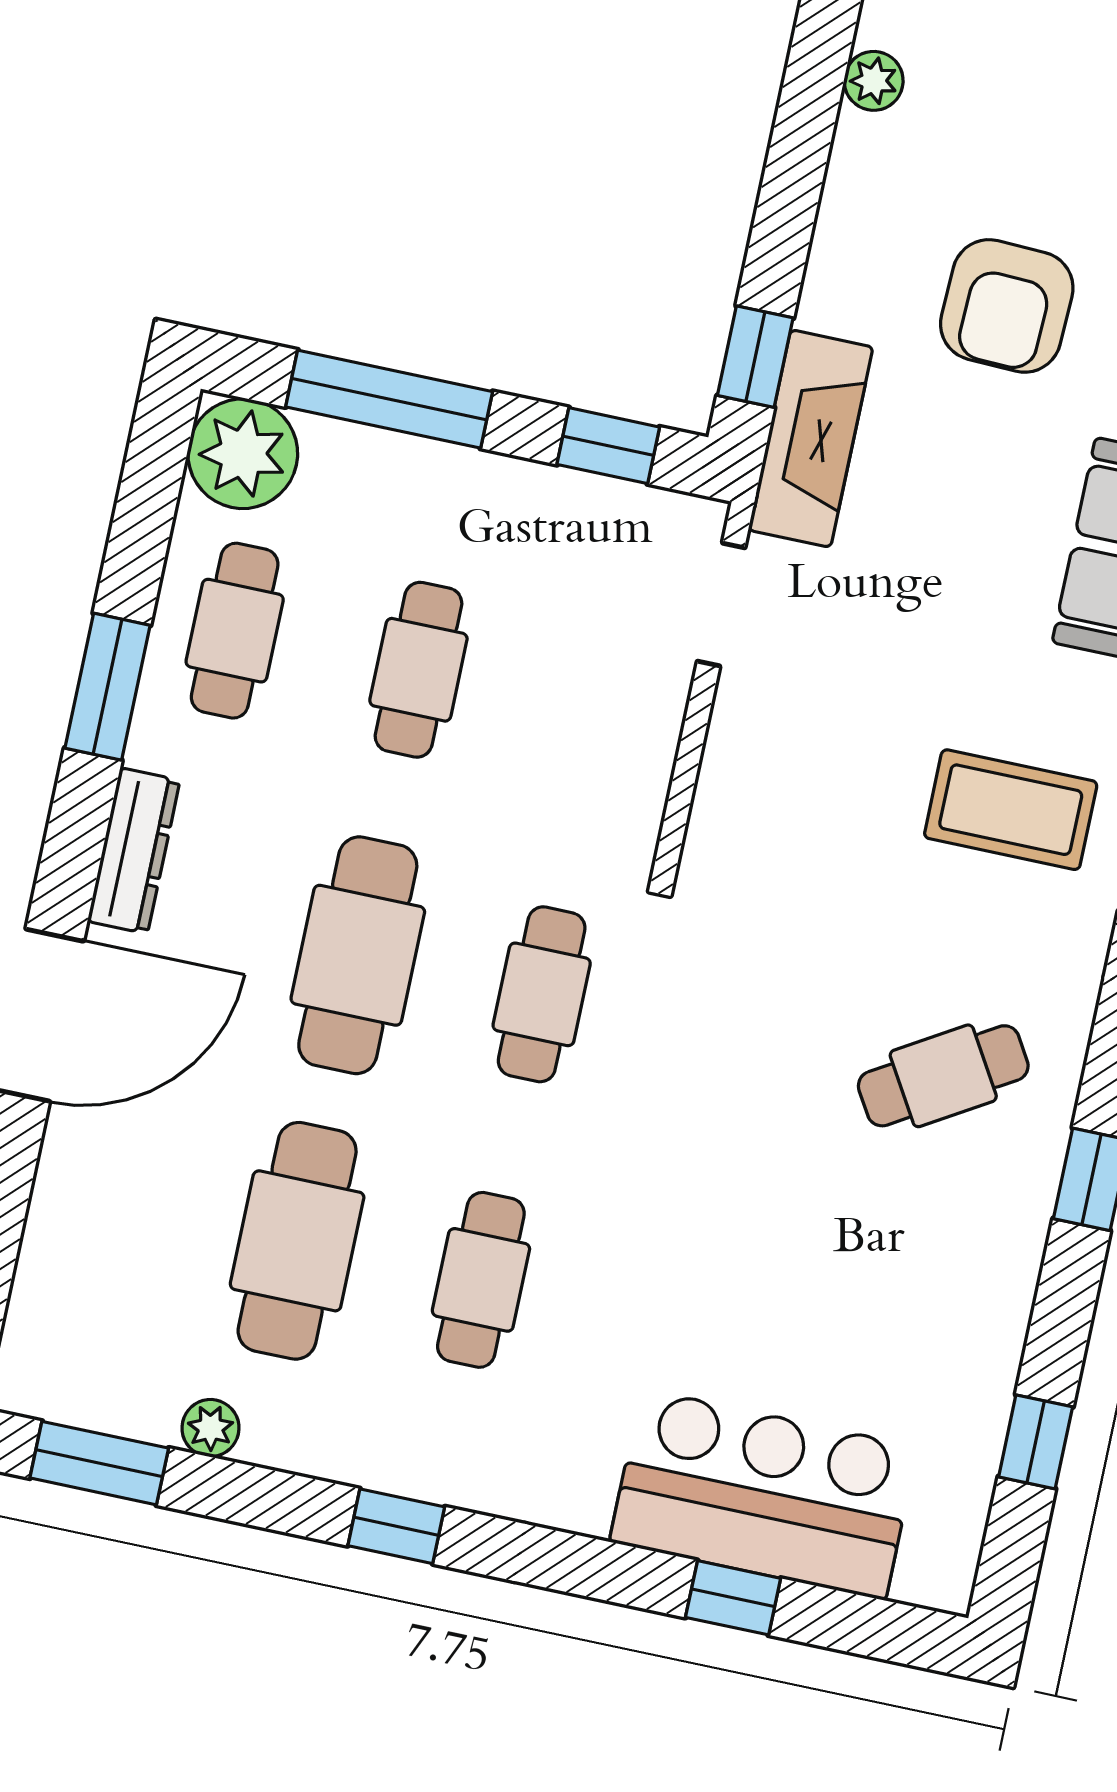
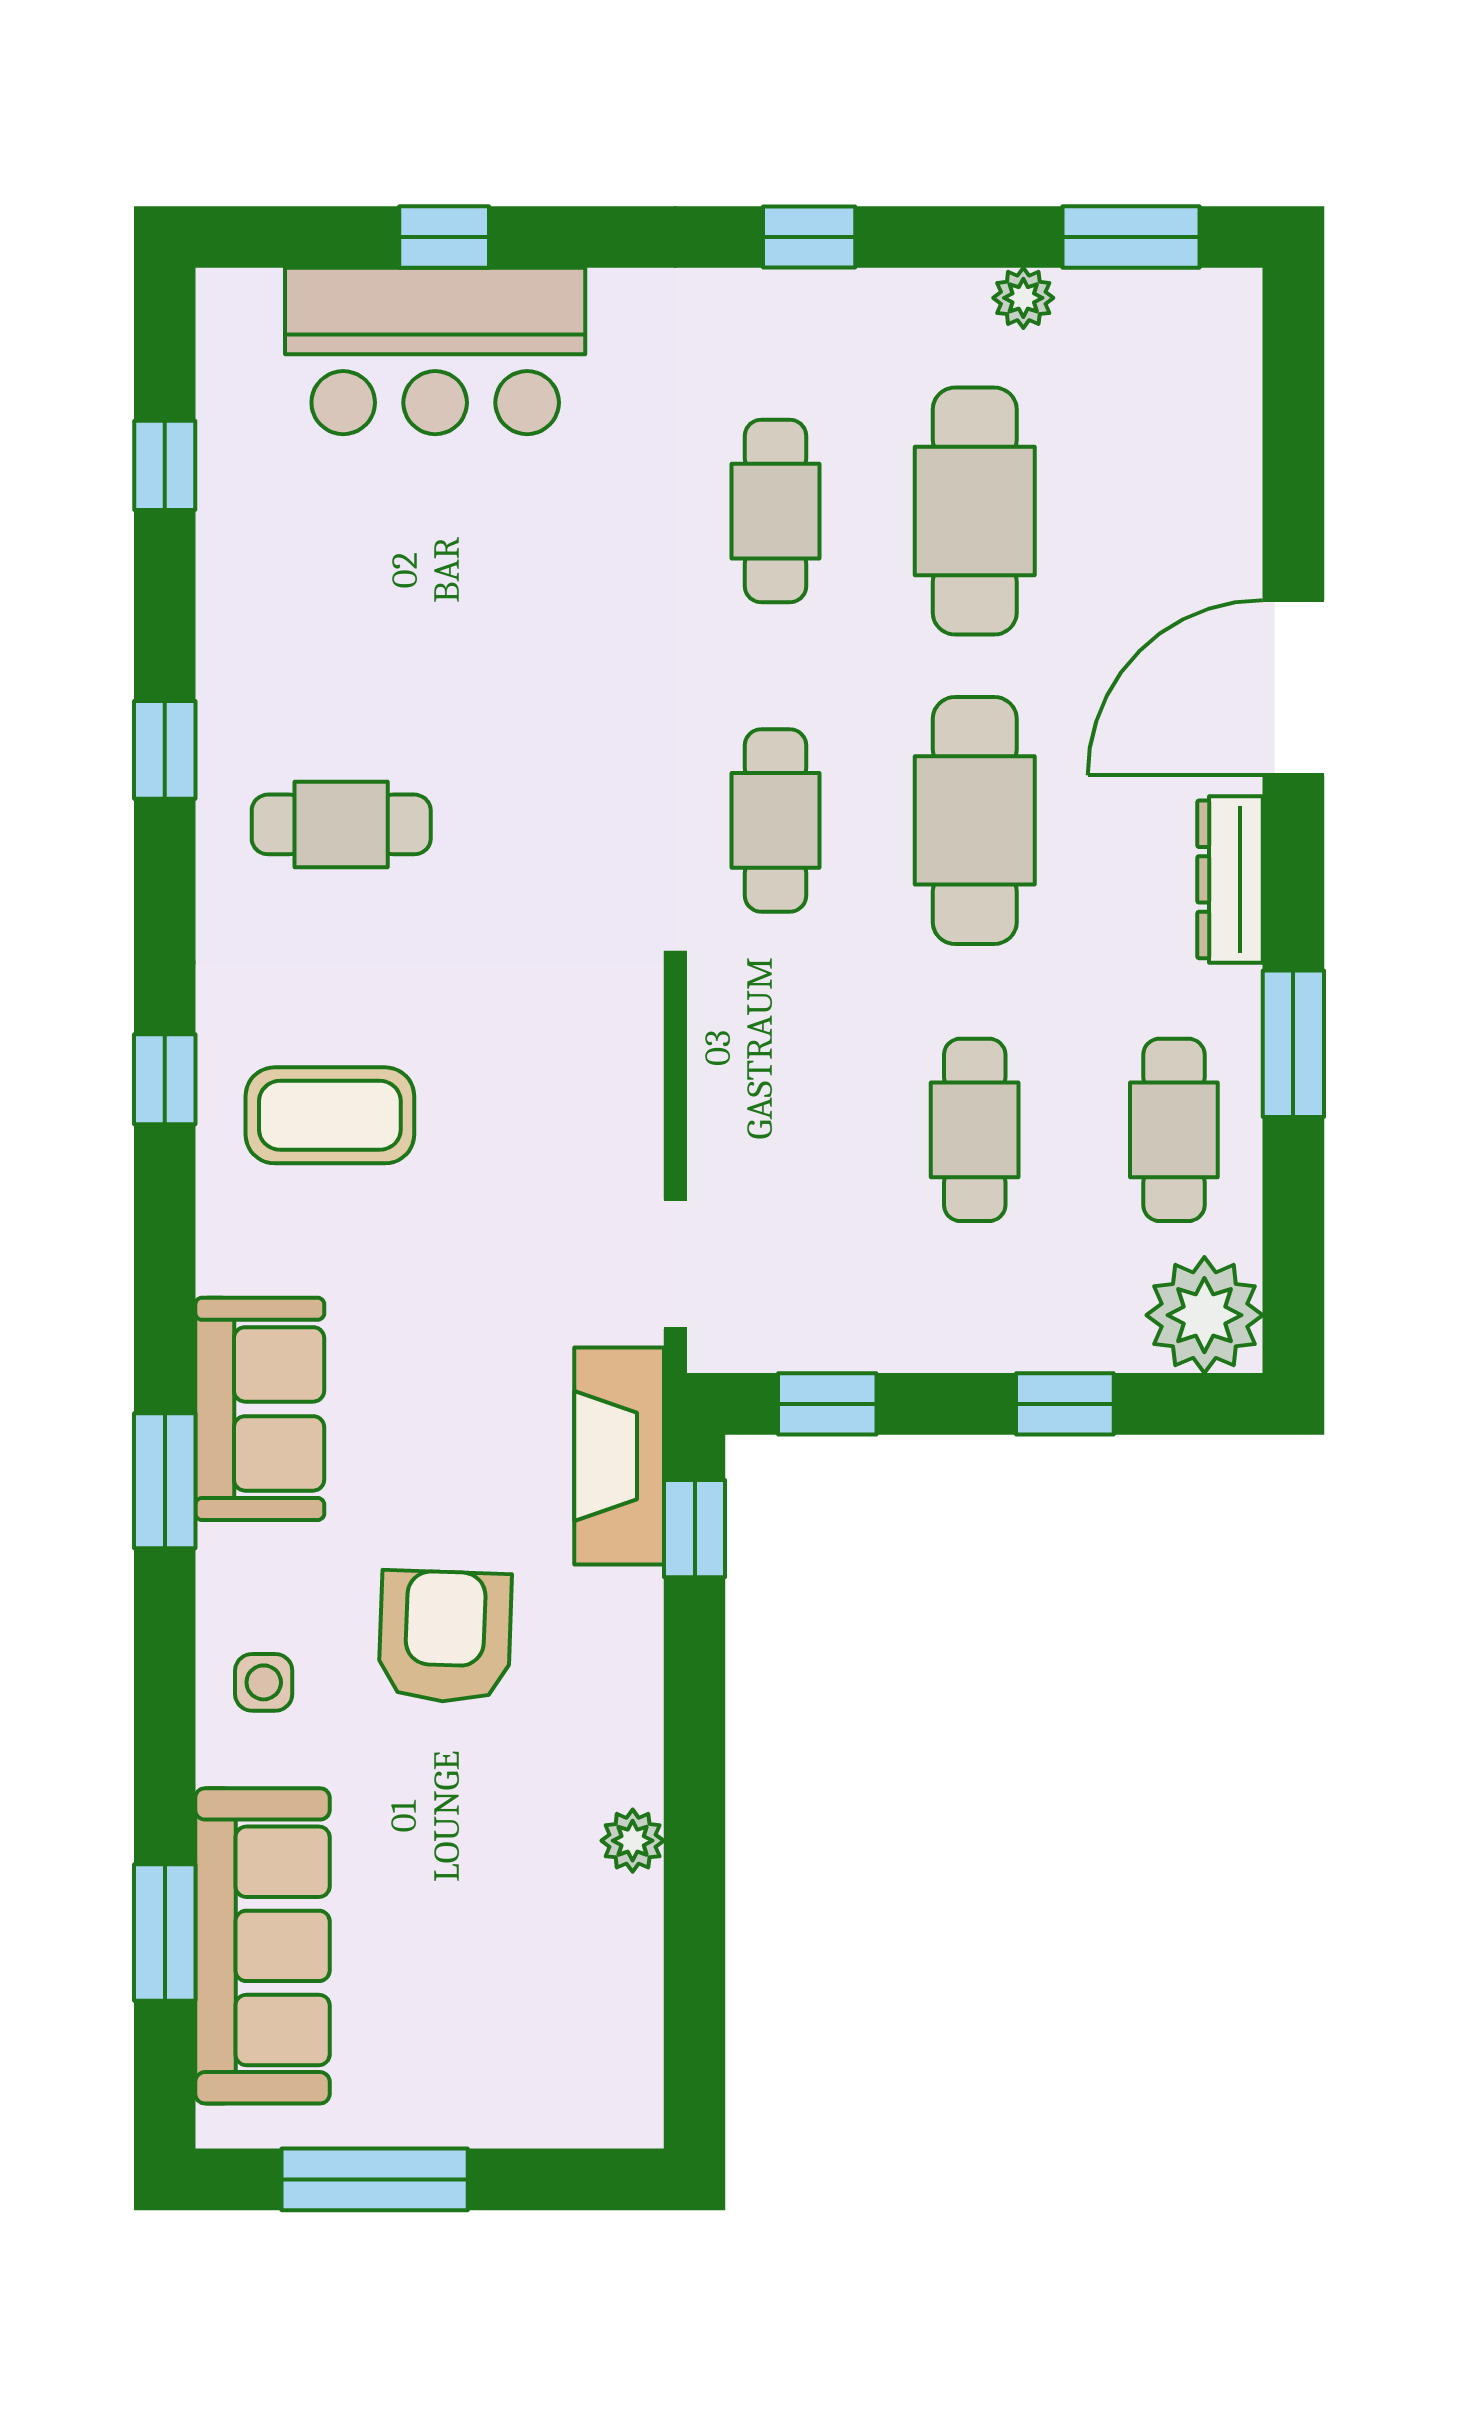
window: (389, 399) -> (1065, 1404), width x0.46
cafe table: (943, 1076) -> (341, 824), turned 31

